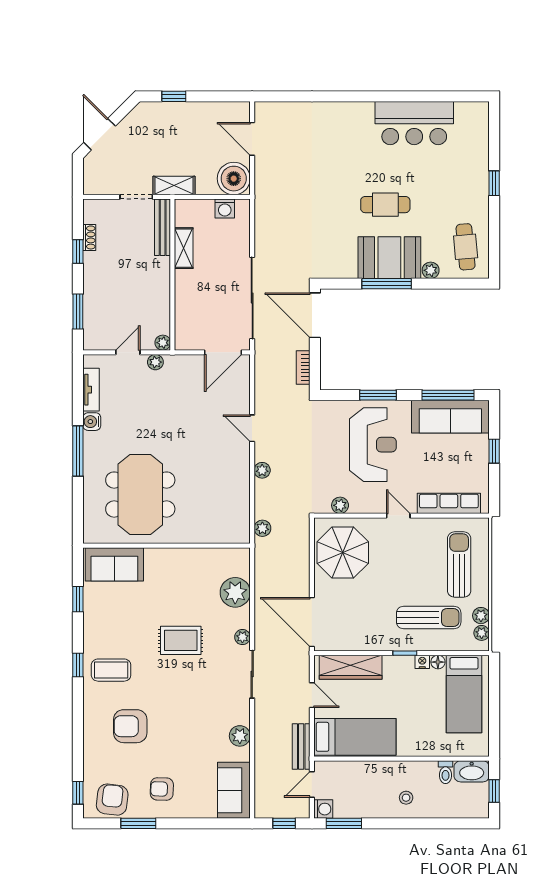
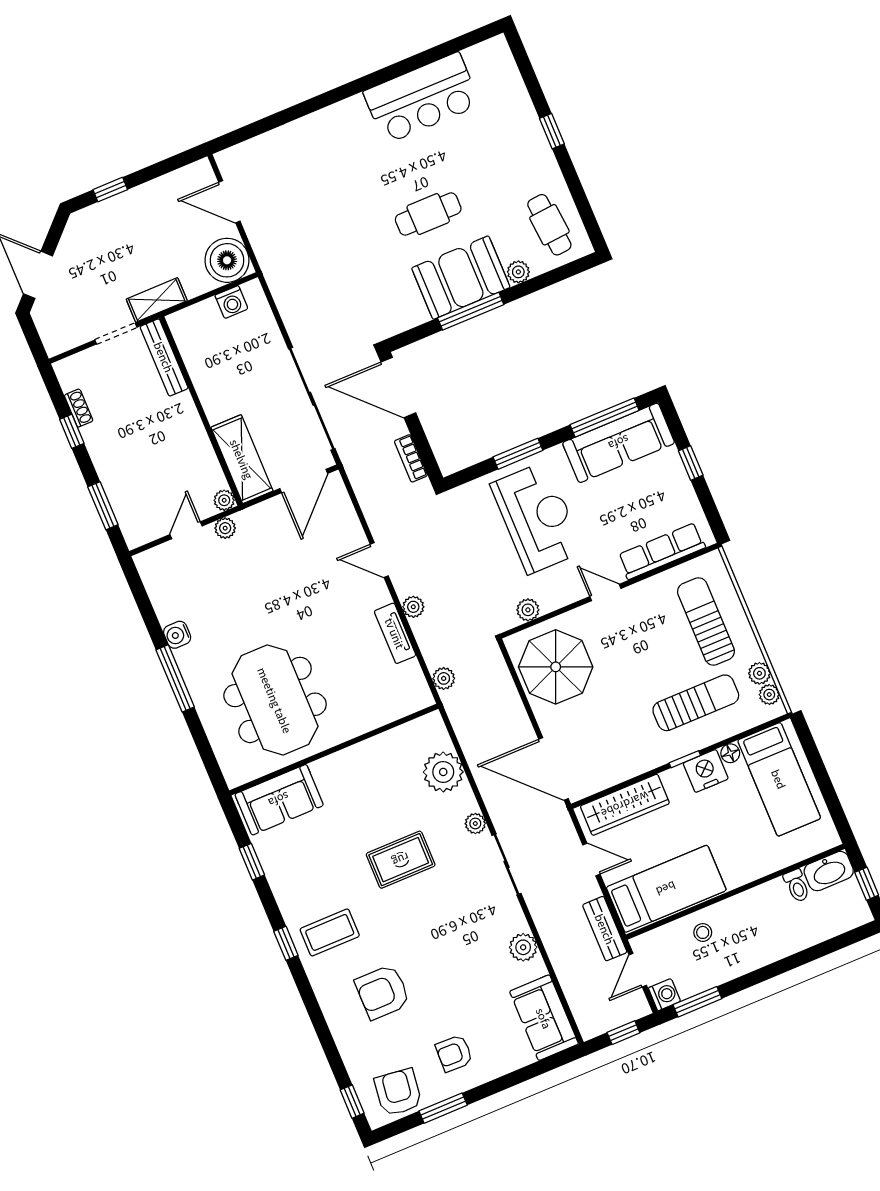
shelving: (184, 248) -> (242, 459), moved, width x1.50, depth x1.33
tv unit: (91, 390) -> (395, 633), moved, turned 180
nightstand: (422, 662) -> (706, 771), width x1.89, depth x1.79
stool: (406, 798) -> (703, 932), moved

